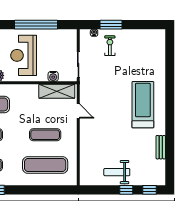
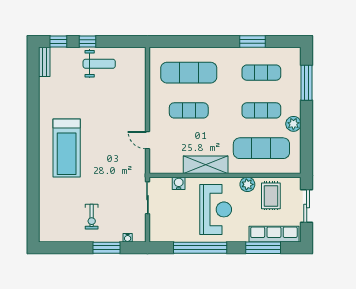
exercise bike: (110, 46) -> (92, 217), moved
shelving: (57, 91) -> (206, 165), moved
bench: (161, 147) -> (44, 62), moved

